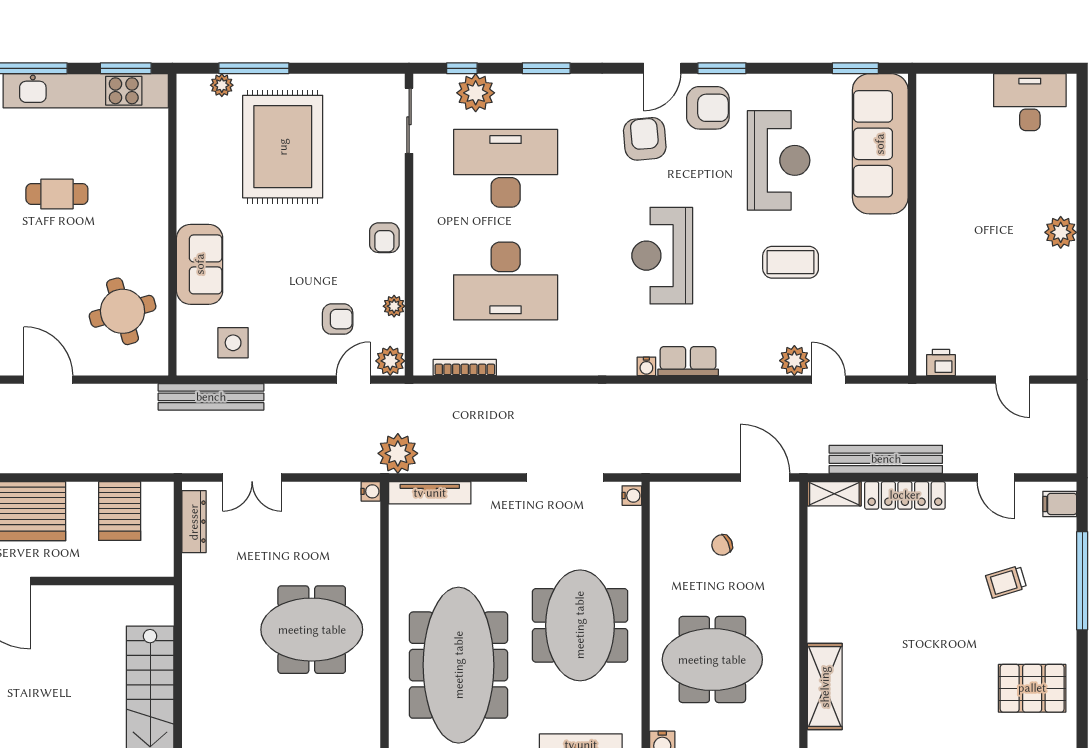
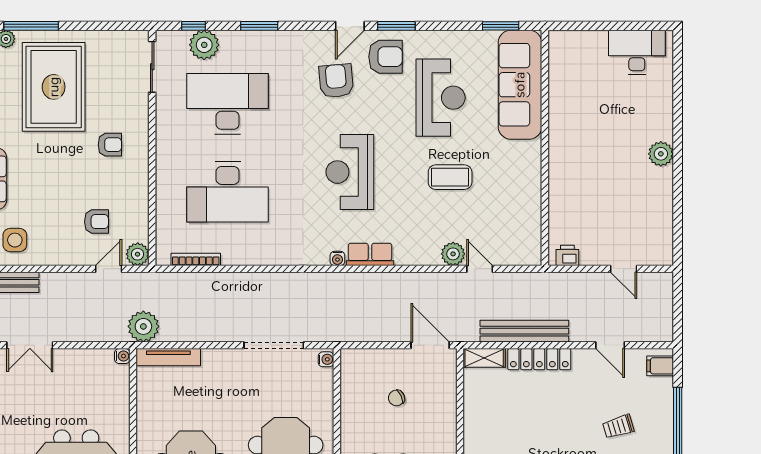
armchair: (384, 238) -> (110, 145), moved, turned -90
plant: (394, 306) -> (140, 211), removed

